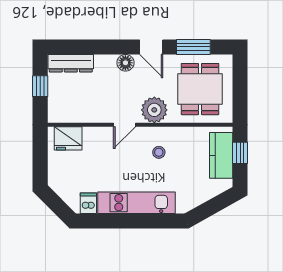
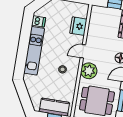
door: (125, 125) -> (83, 51), hinge flipped
fridge: (68, 138) -> (78, 26), moved

